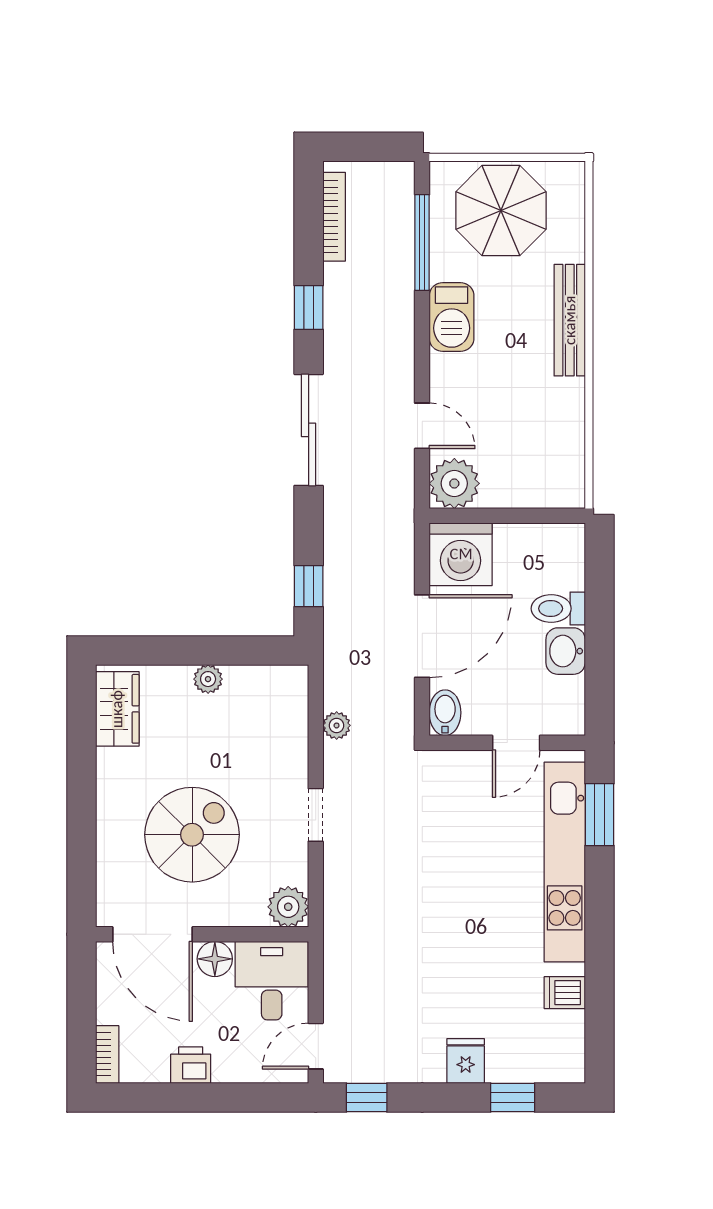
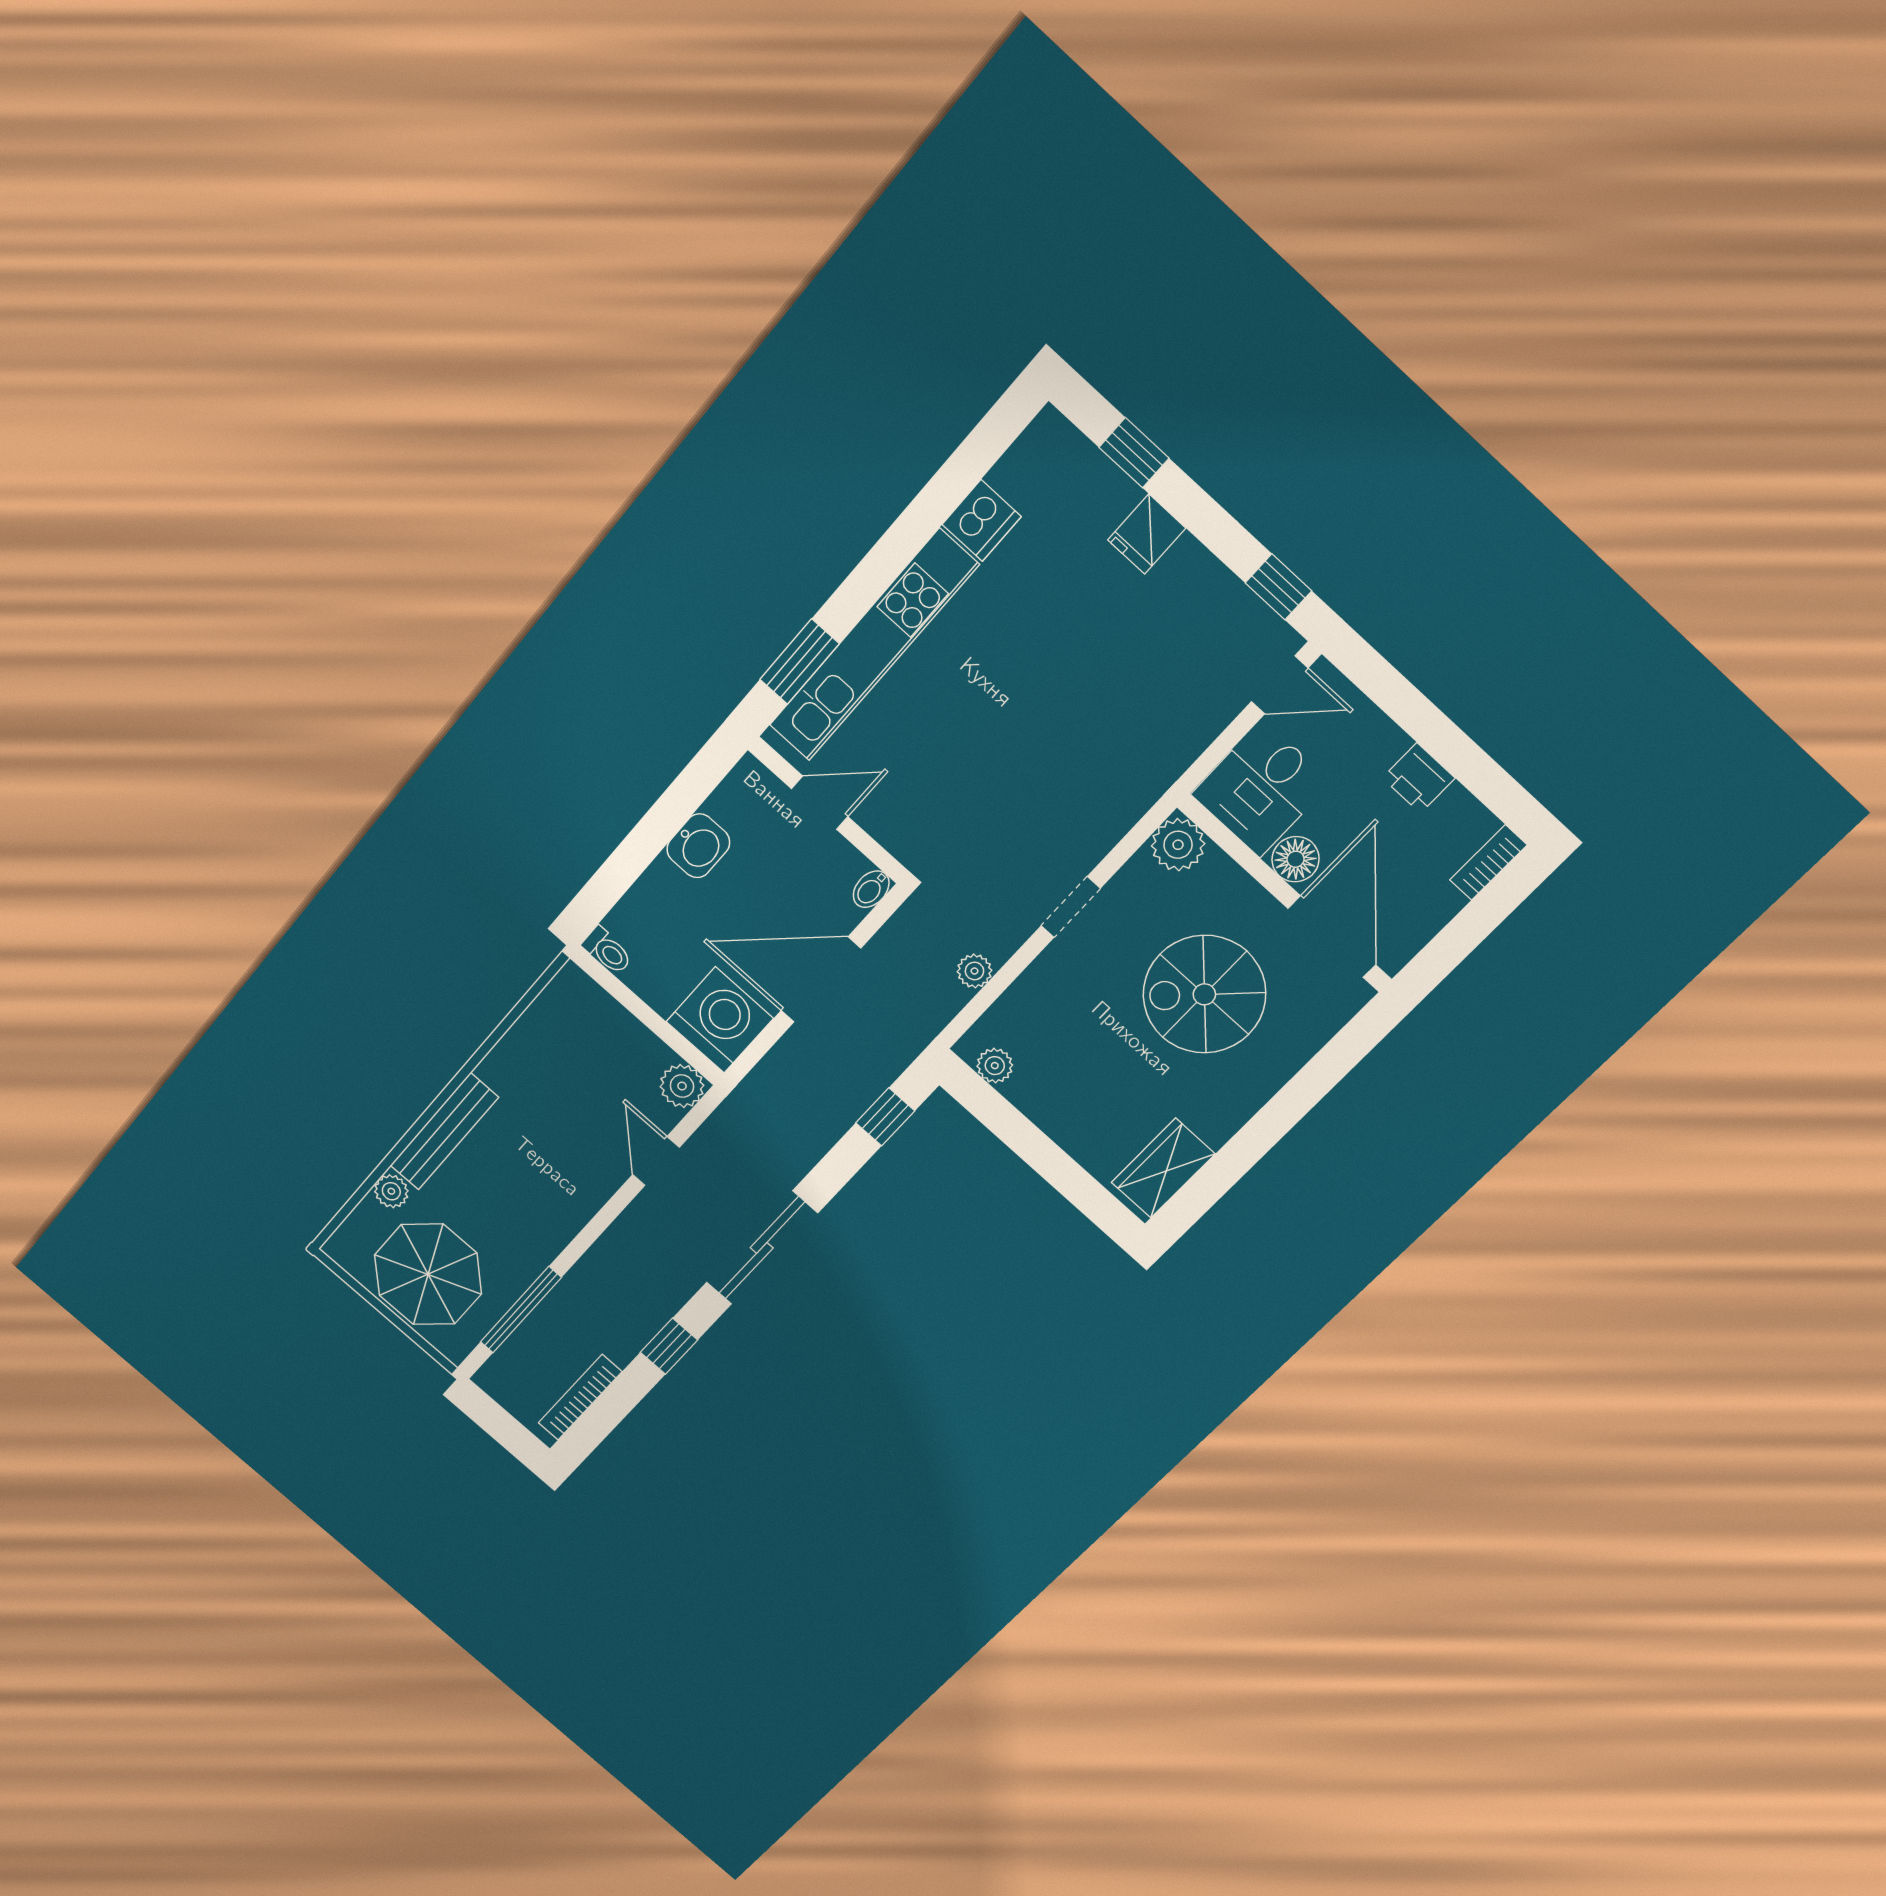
plant: (570, 247) -> (391, 1191), added
barbecue: (452, 317) -> (548, 1227), removed
plant: (454, 483) -> (682, 1086), width x0.73, depth x0.73
toilet: (558, 609) -> (607, 951), moved, width x0.73, depth x0.72
plant: (208, 679) -> (995, 1066), moved
bidet: (445, 713) -> (871, 889), width x0.72, depth x0.74
dishwasher: (565, 993) -> (982, 520), width x1.38

